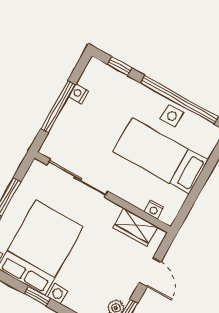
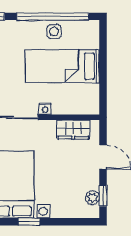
nightstand: (154, 209) -> (45, 109), moved

